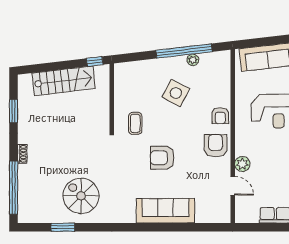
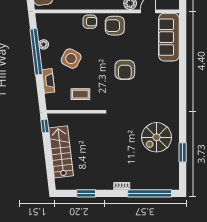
fireplace: (149, 65) -> (48, 81), added
coffee table: (135, 123) -> (80, 94), moved
sofa: (166, 211) -> (169, 37), moved

